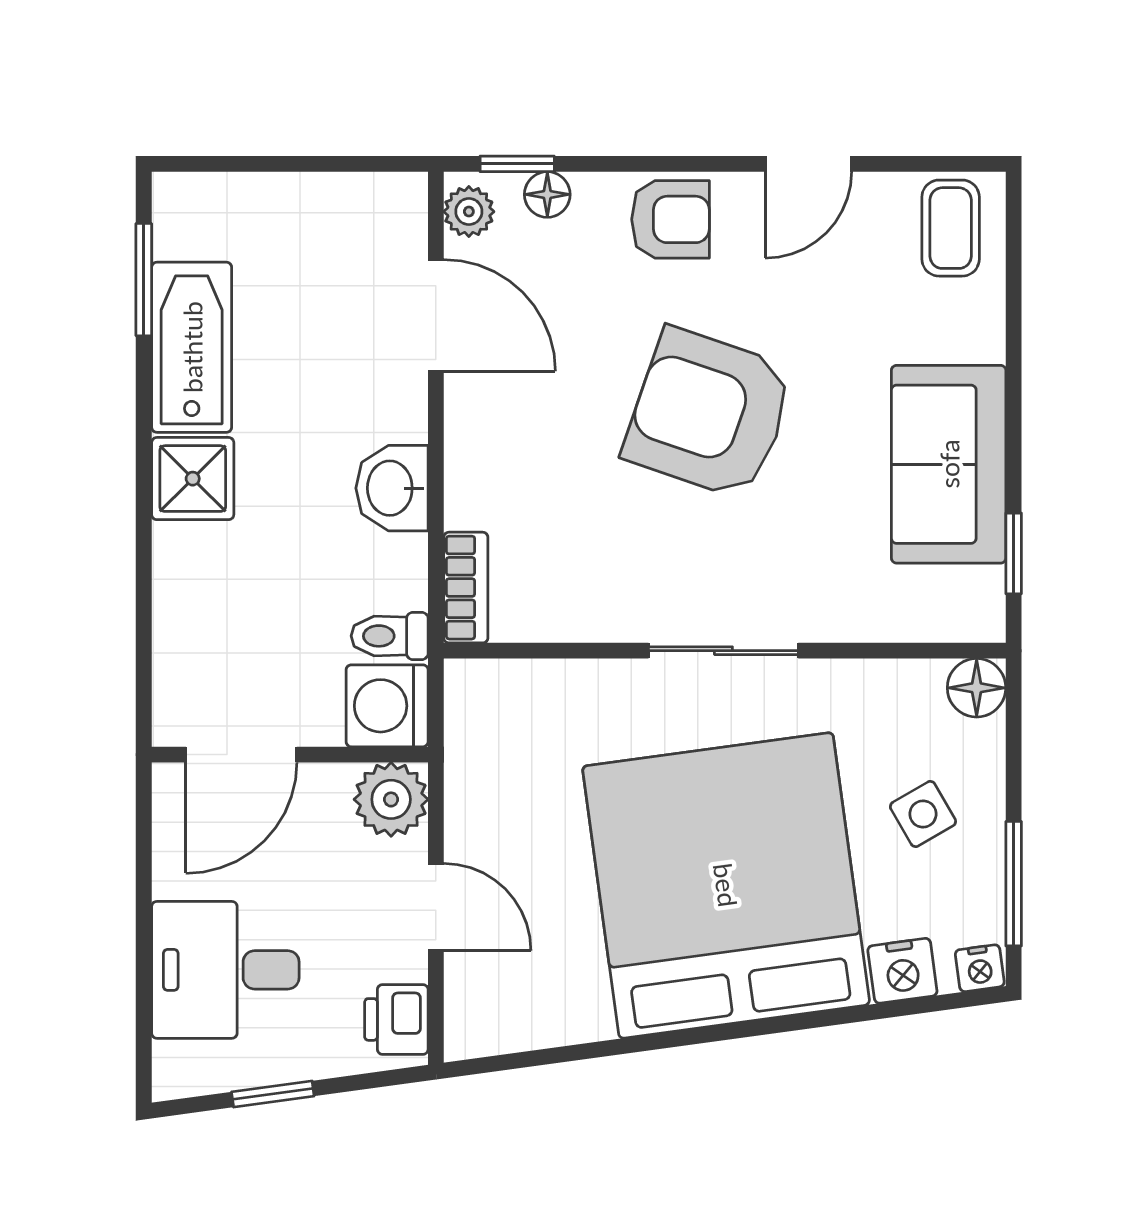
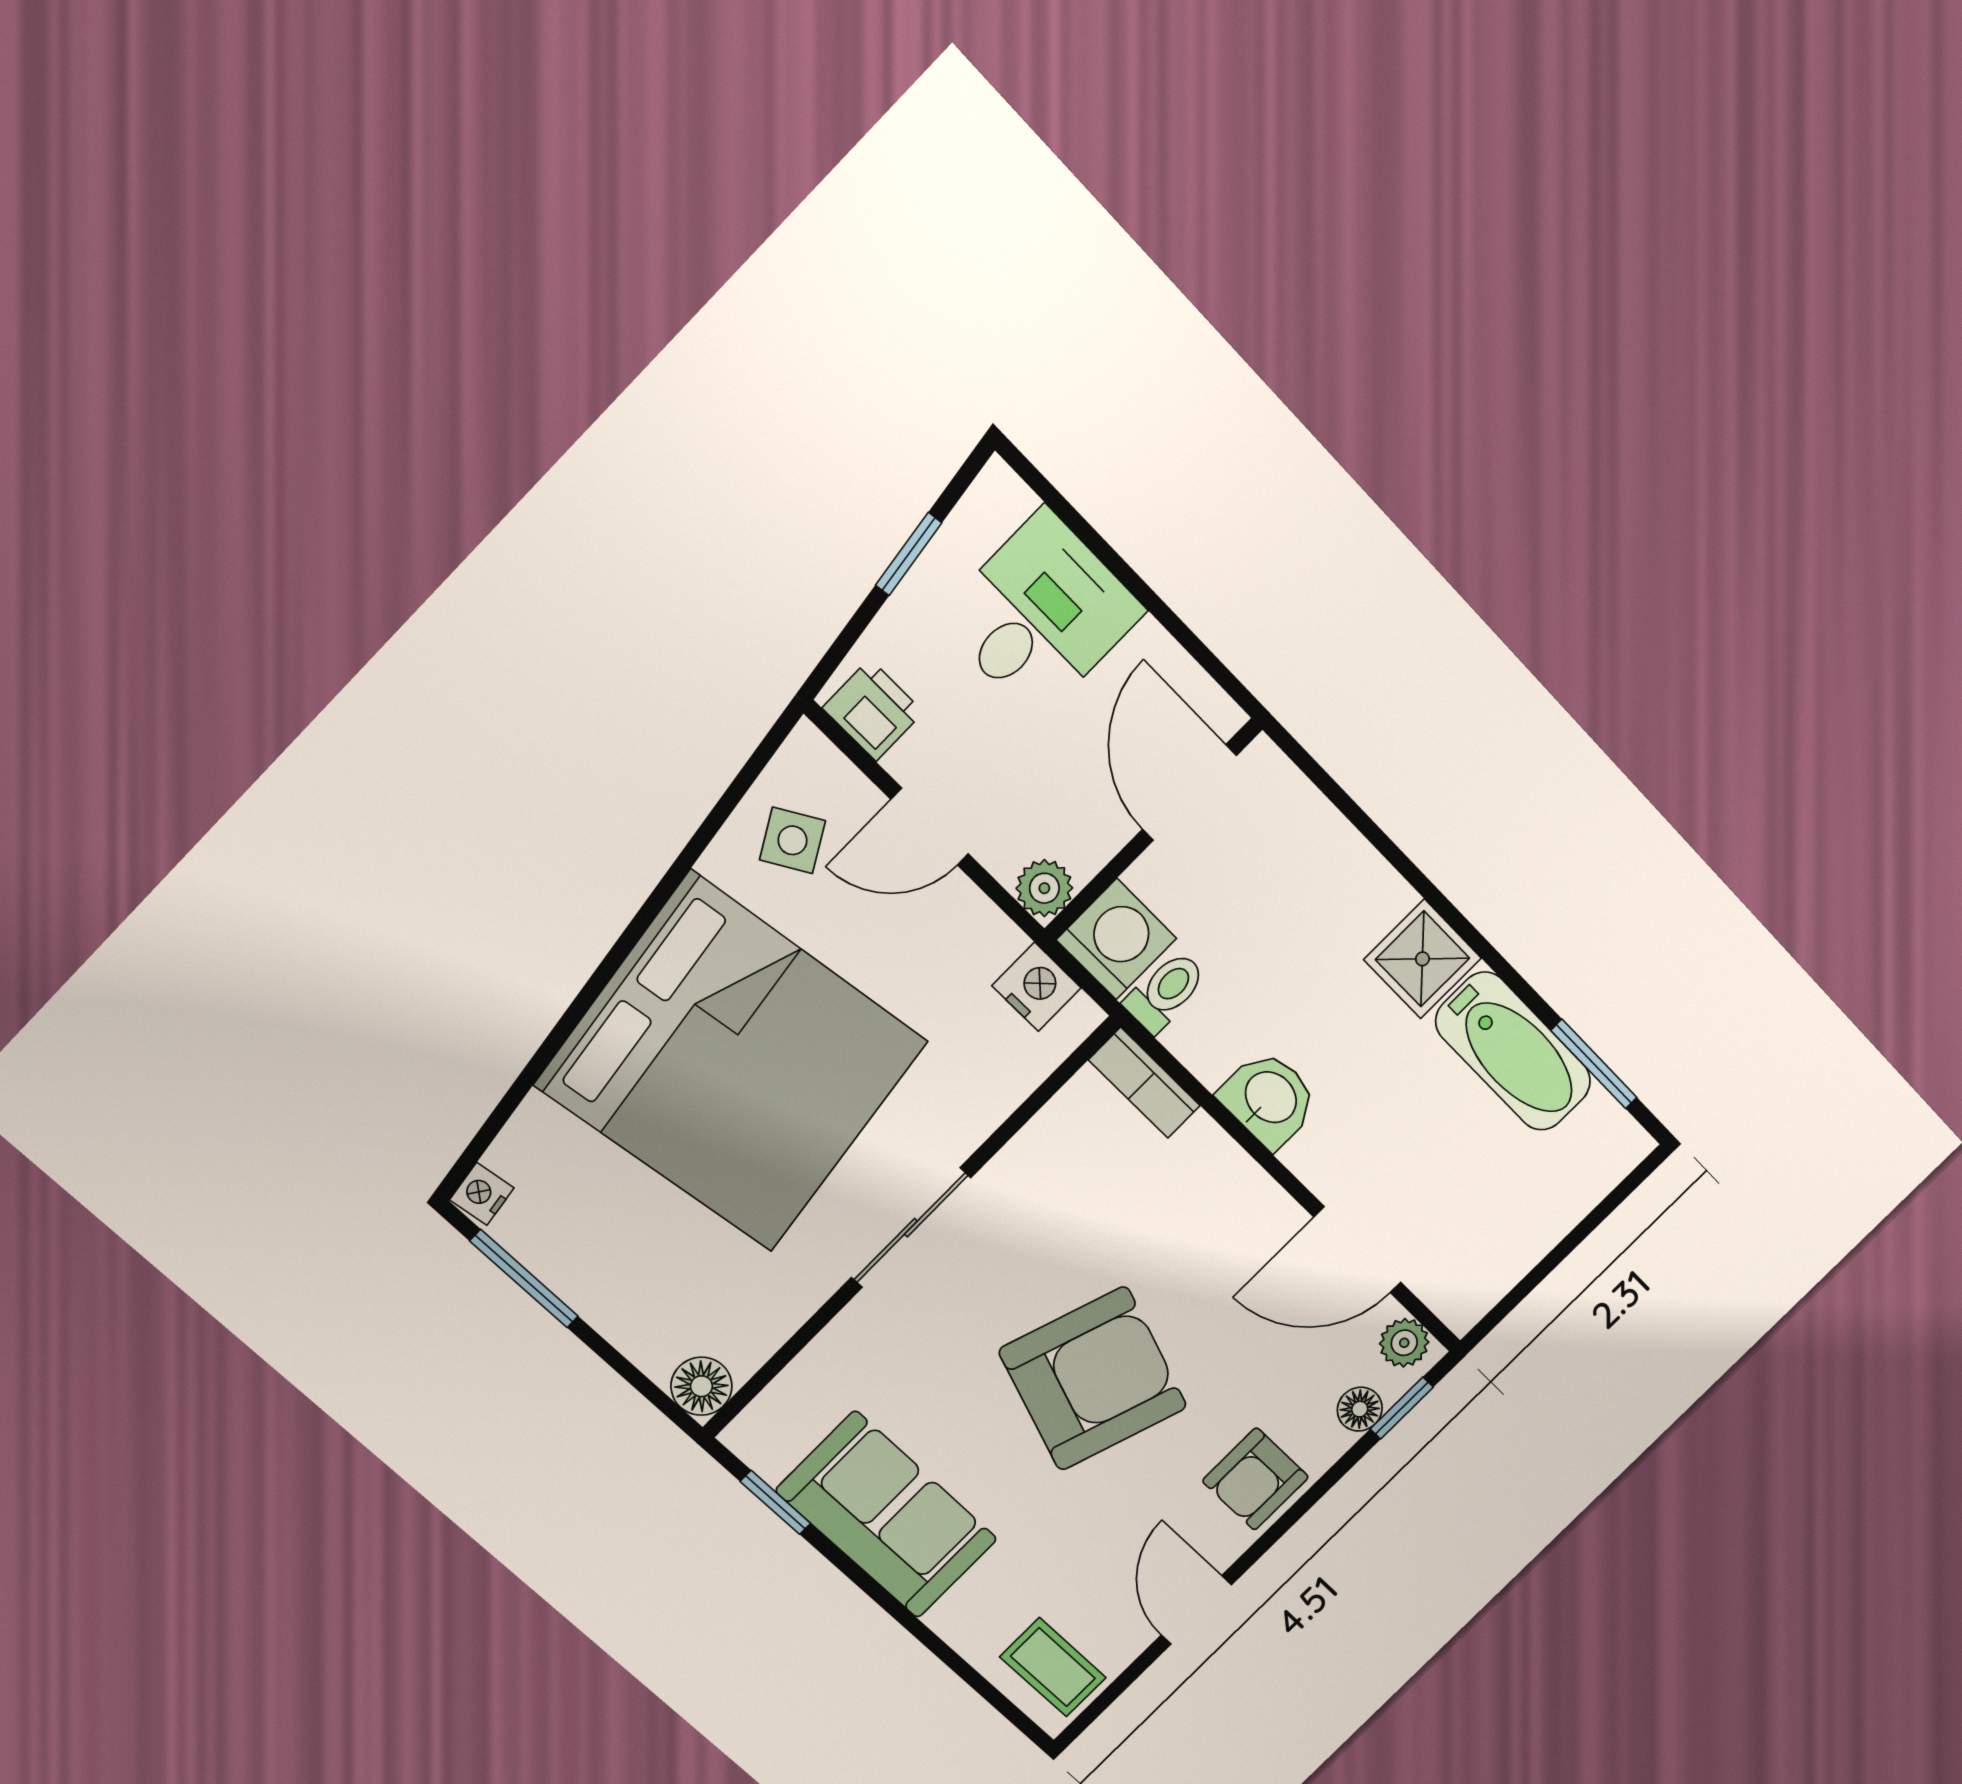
plant: (391, 799) -> (1044, 888), width x0.73, depth x0.73
side table: (923, 814) -> (792, 840), moved
nightstand: (902, 971) -> (1036, 987), moved, turned 98

